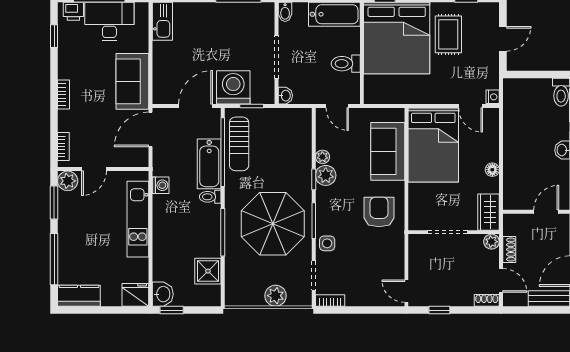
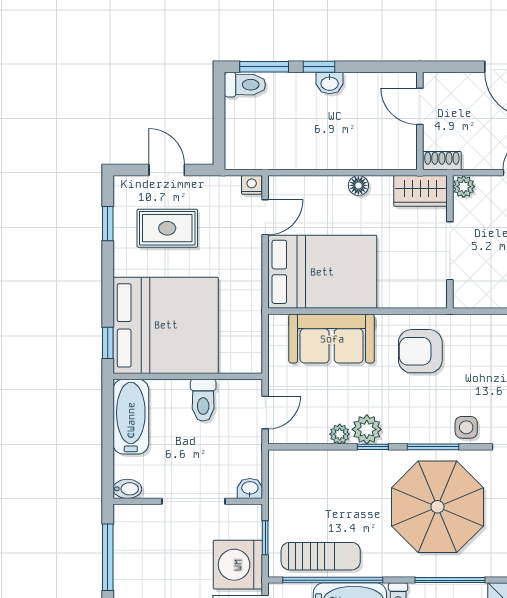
rug: (448, 34) -> (167, 228), moved
shoe rack: (509, 250) -> (442, 161), moved

